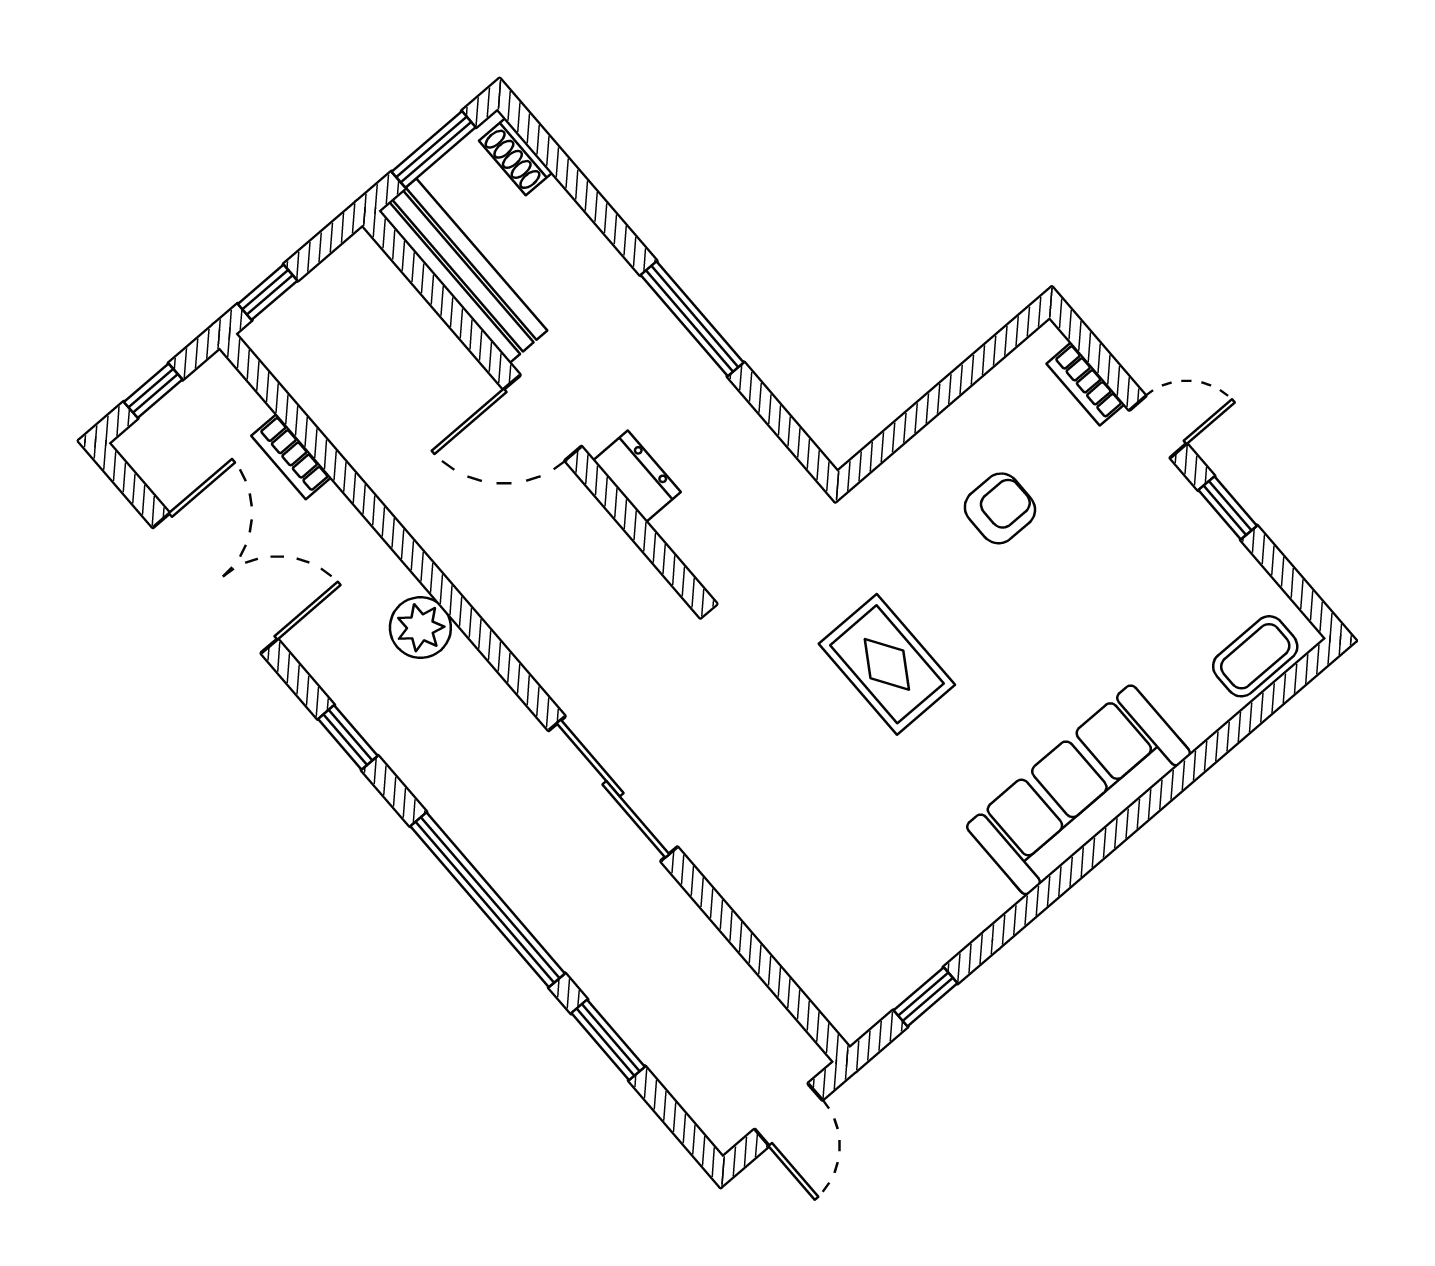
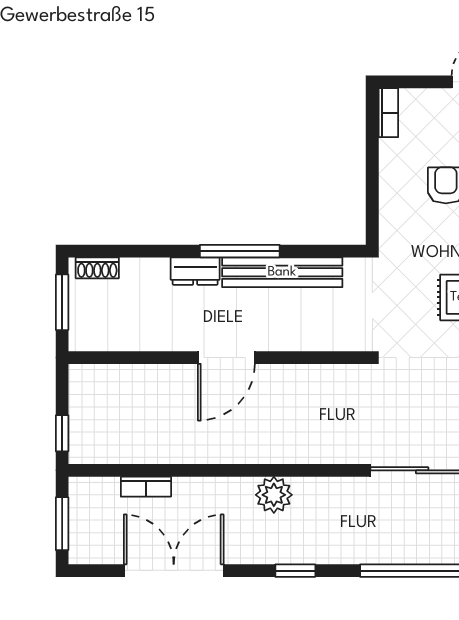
bench: (463, 271) -> (282, 272), moved
bookcase: (1086, 384) -> (388, 113), moved, turned -90
window: (153, 391) -> (62, 524), width x1.50
dresser: (637, 476) -> (195, 271), moved, turned 180

